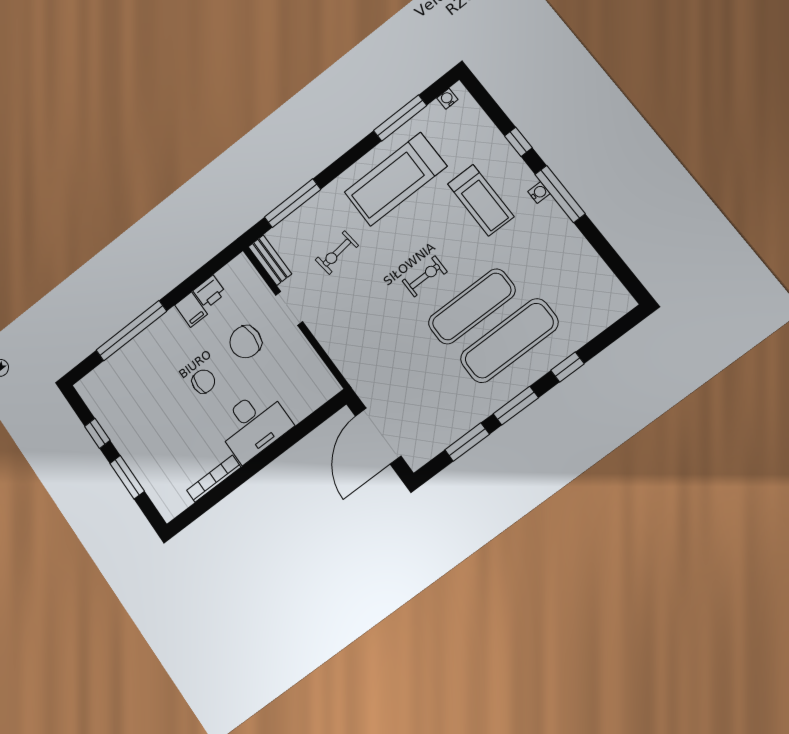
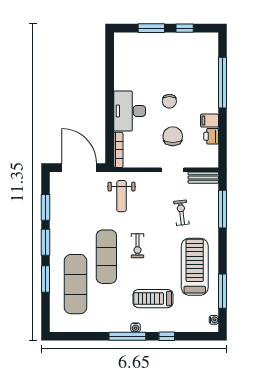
exercise mat: (509, 341) -> (76, 284), moved
weight bench: (374, 349) -> (122, 196), added
window: (567, 367) -> (45, 279), width x1.50
bookcase: (214, 479) -> (118, 150), moved

